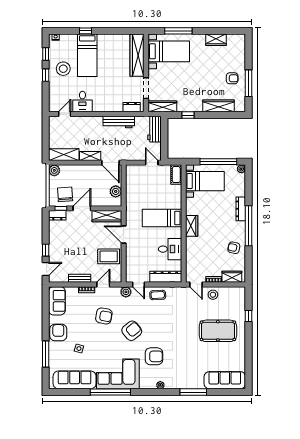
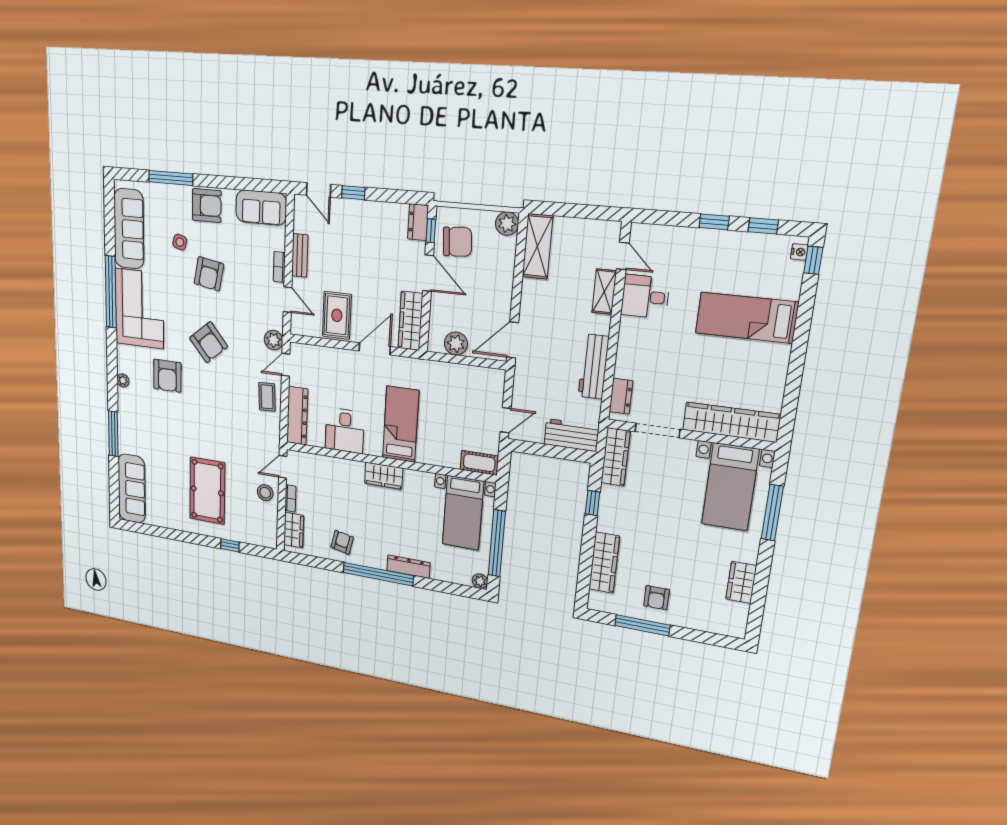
window: (86, 31) -> (813, 260), moved
stool: (63, 69) -> (723, 262), removed
shelving: (90, 156) -> (604, 292), moved
armchair: (104, 316) -> (209, 274), moved

